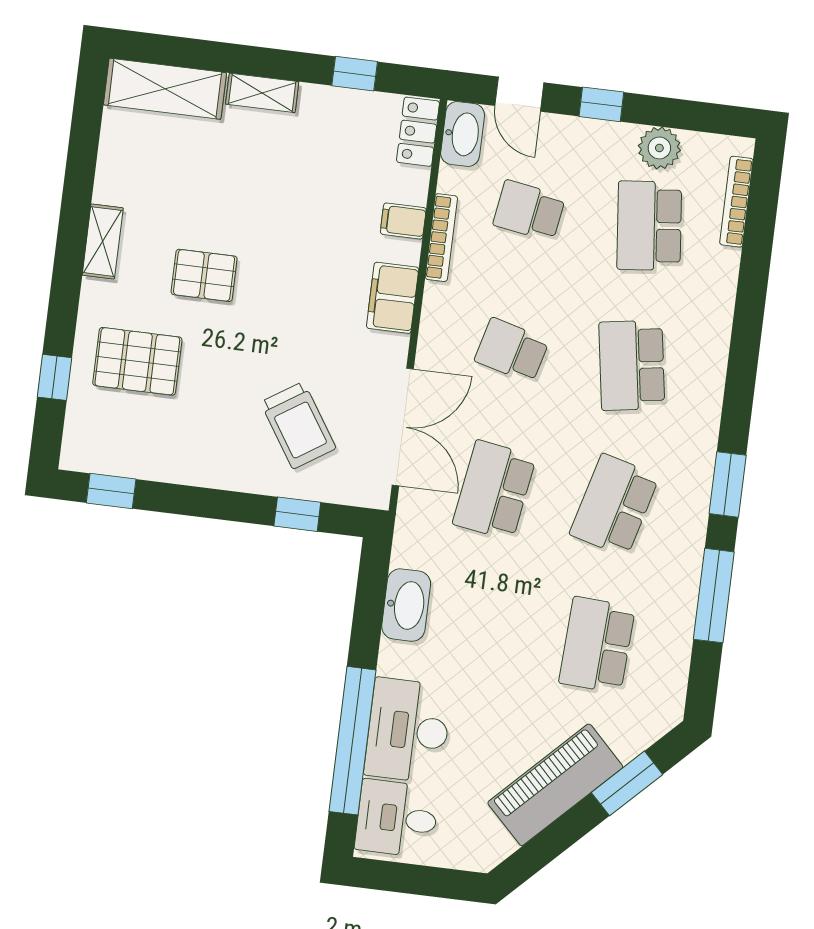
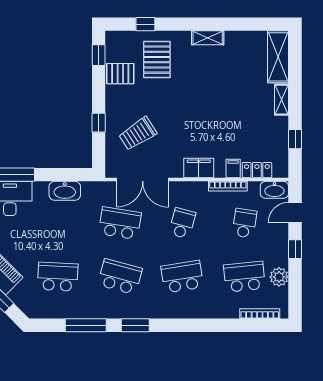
locker: (418, 132) -> (257, 170), moved
pallet: (204, 275) -> (120, 74), moved, turned 90
window: (297, 514) -> (99, 123), moved

